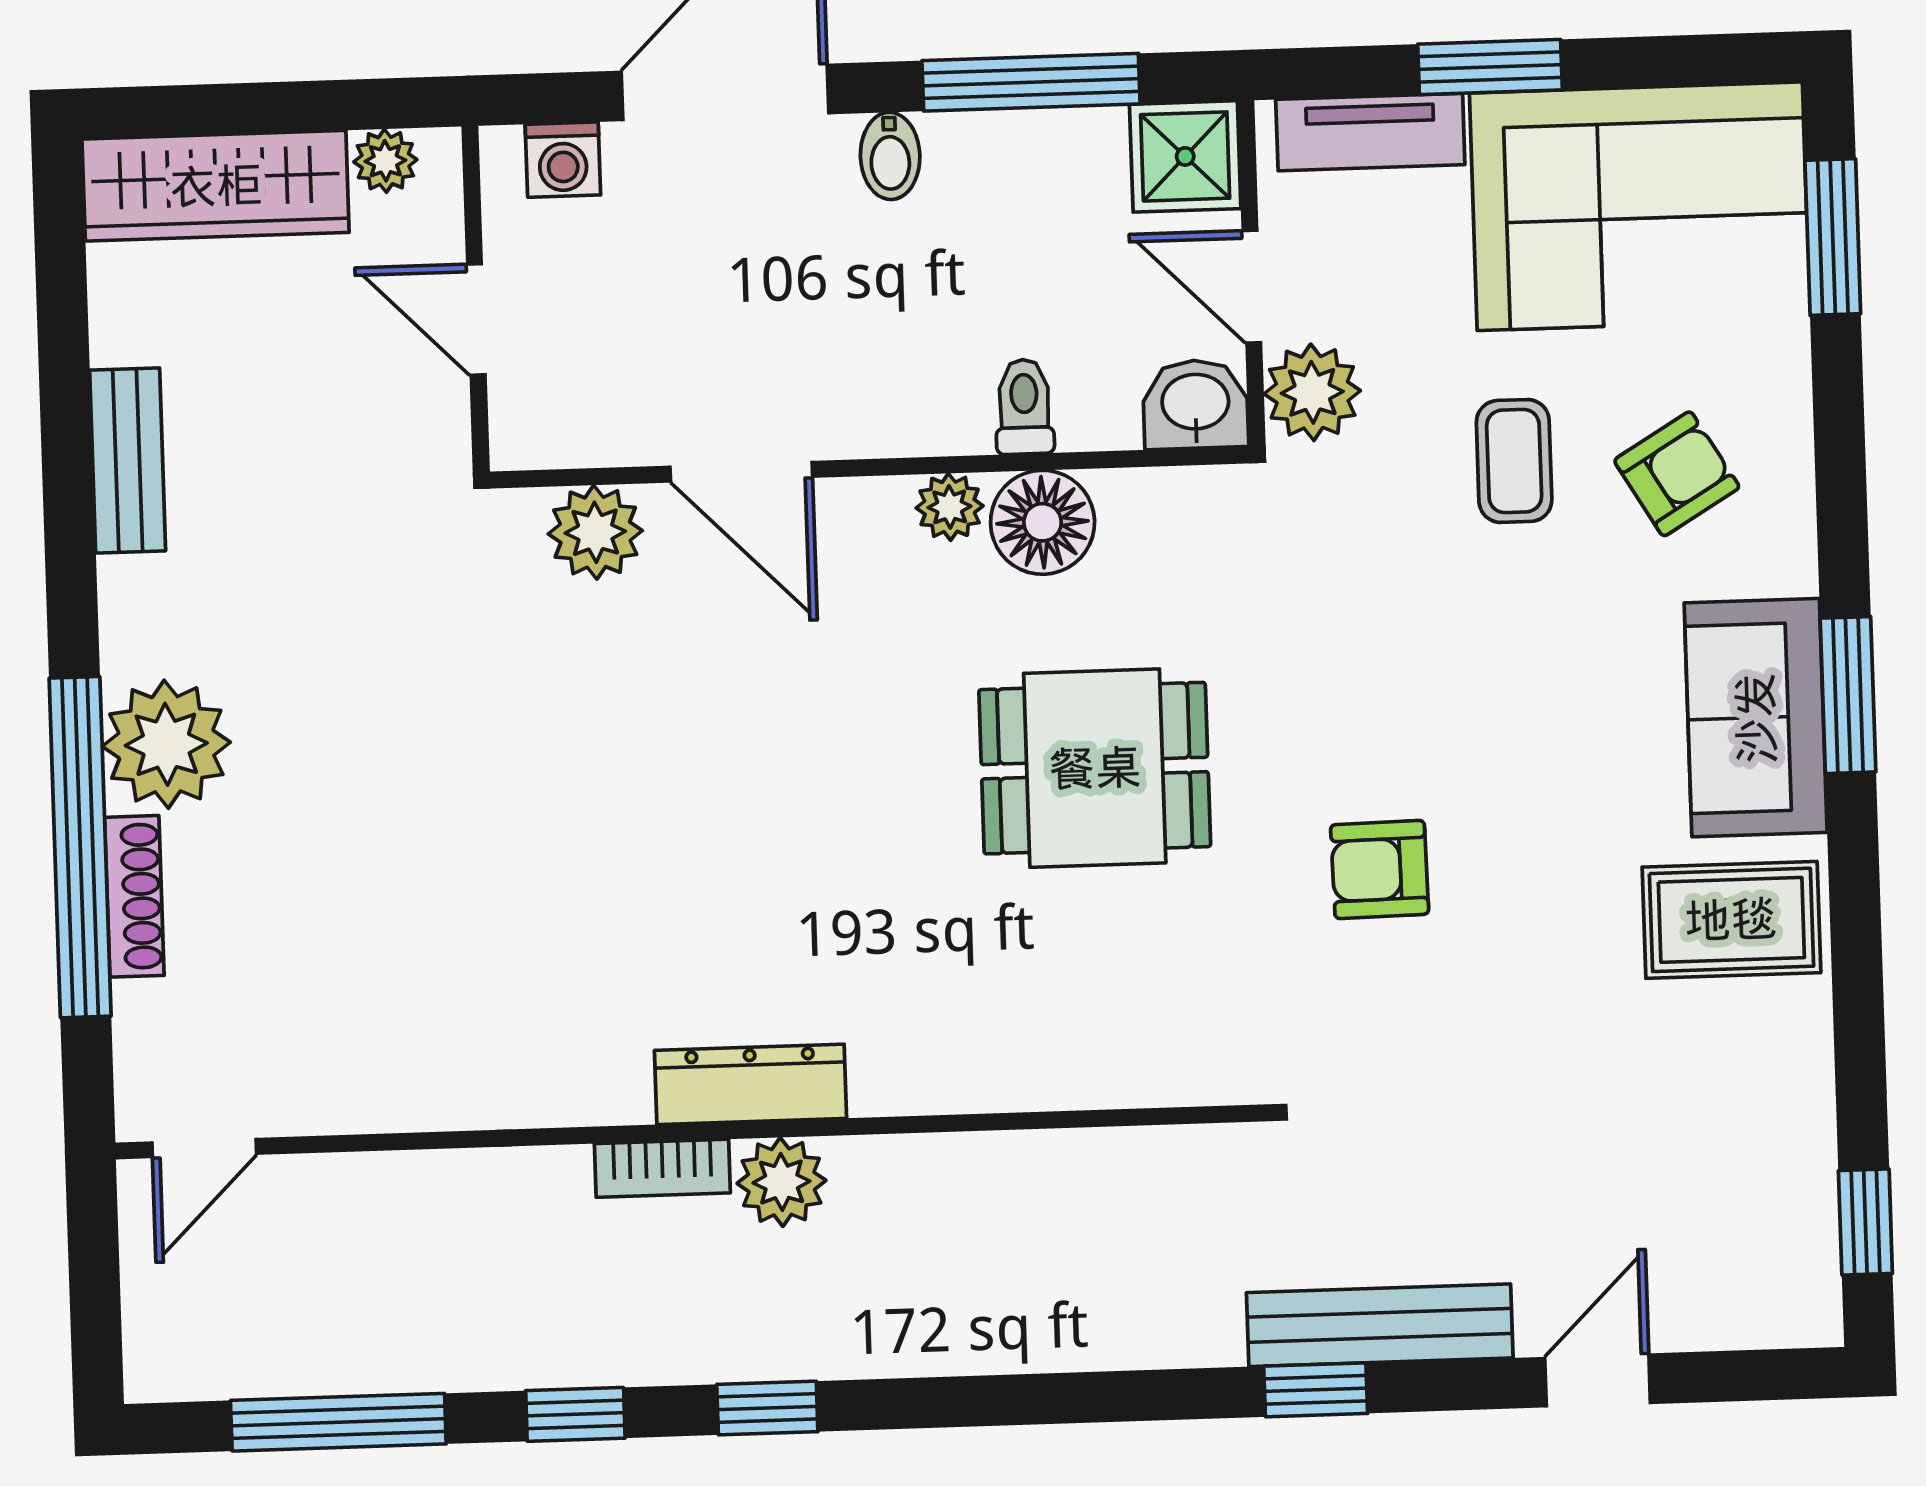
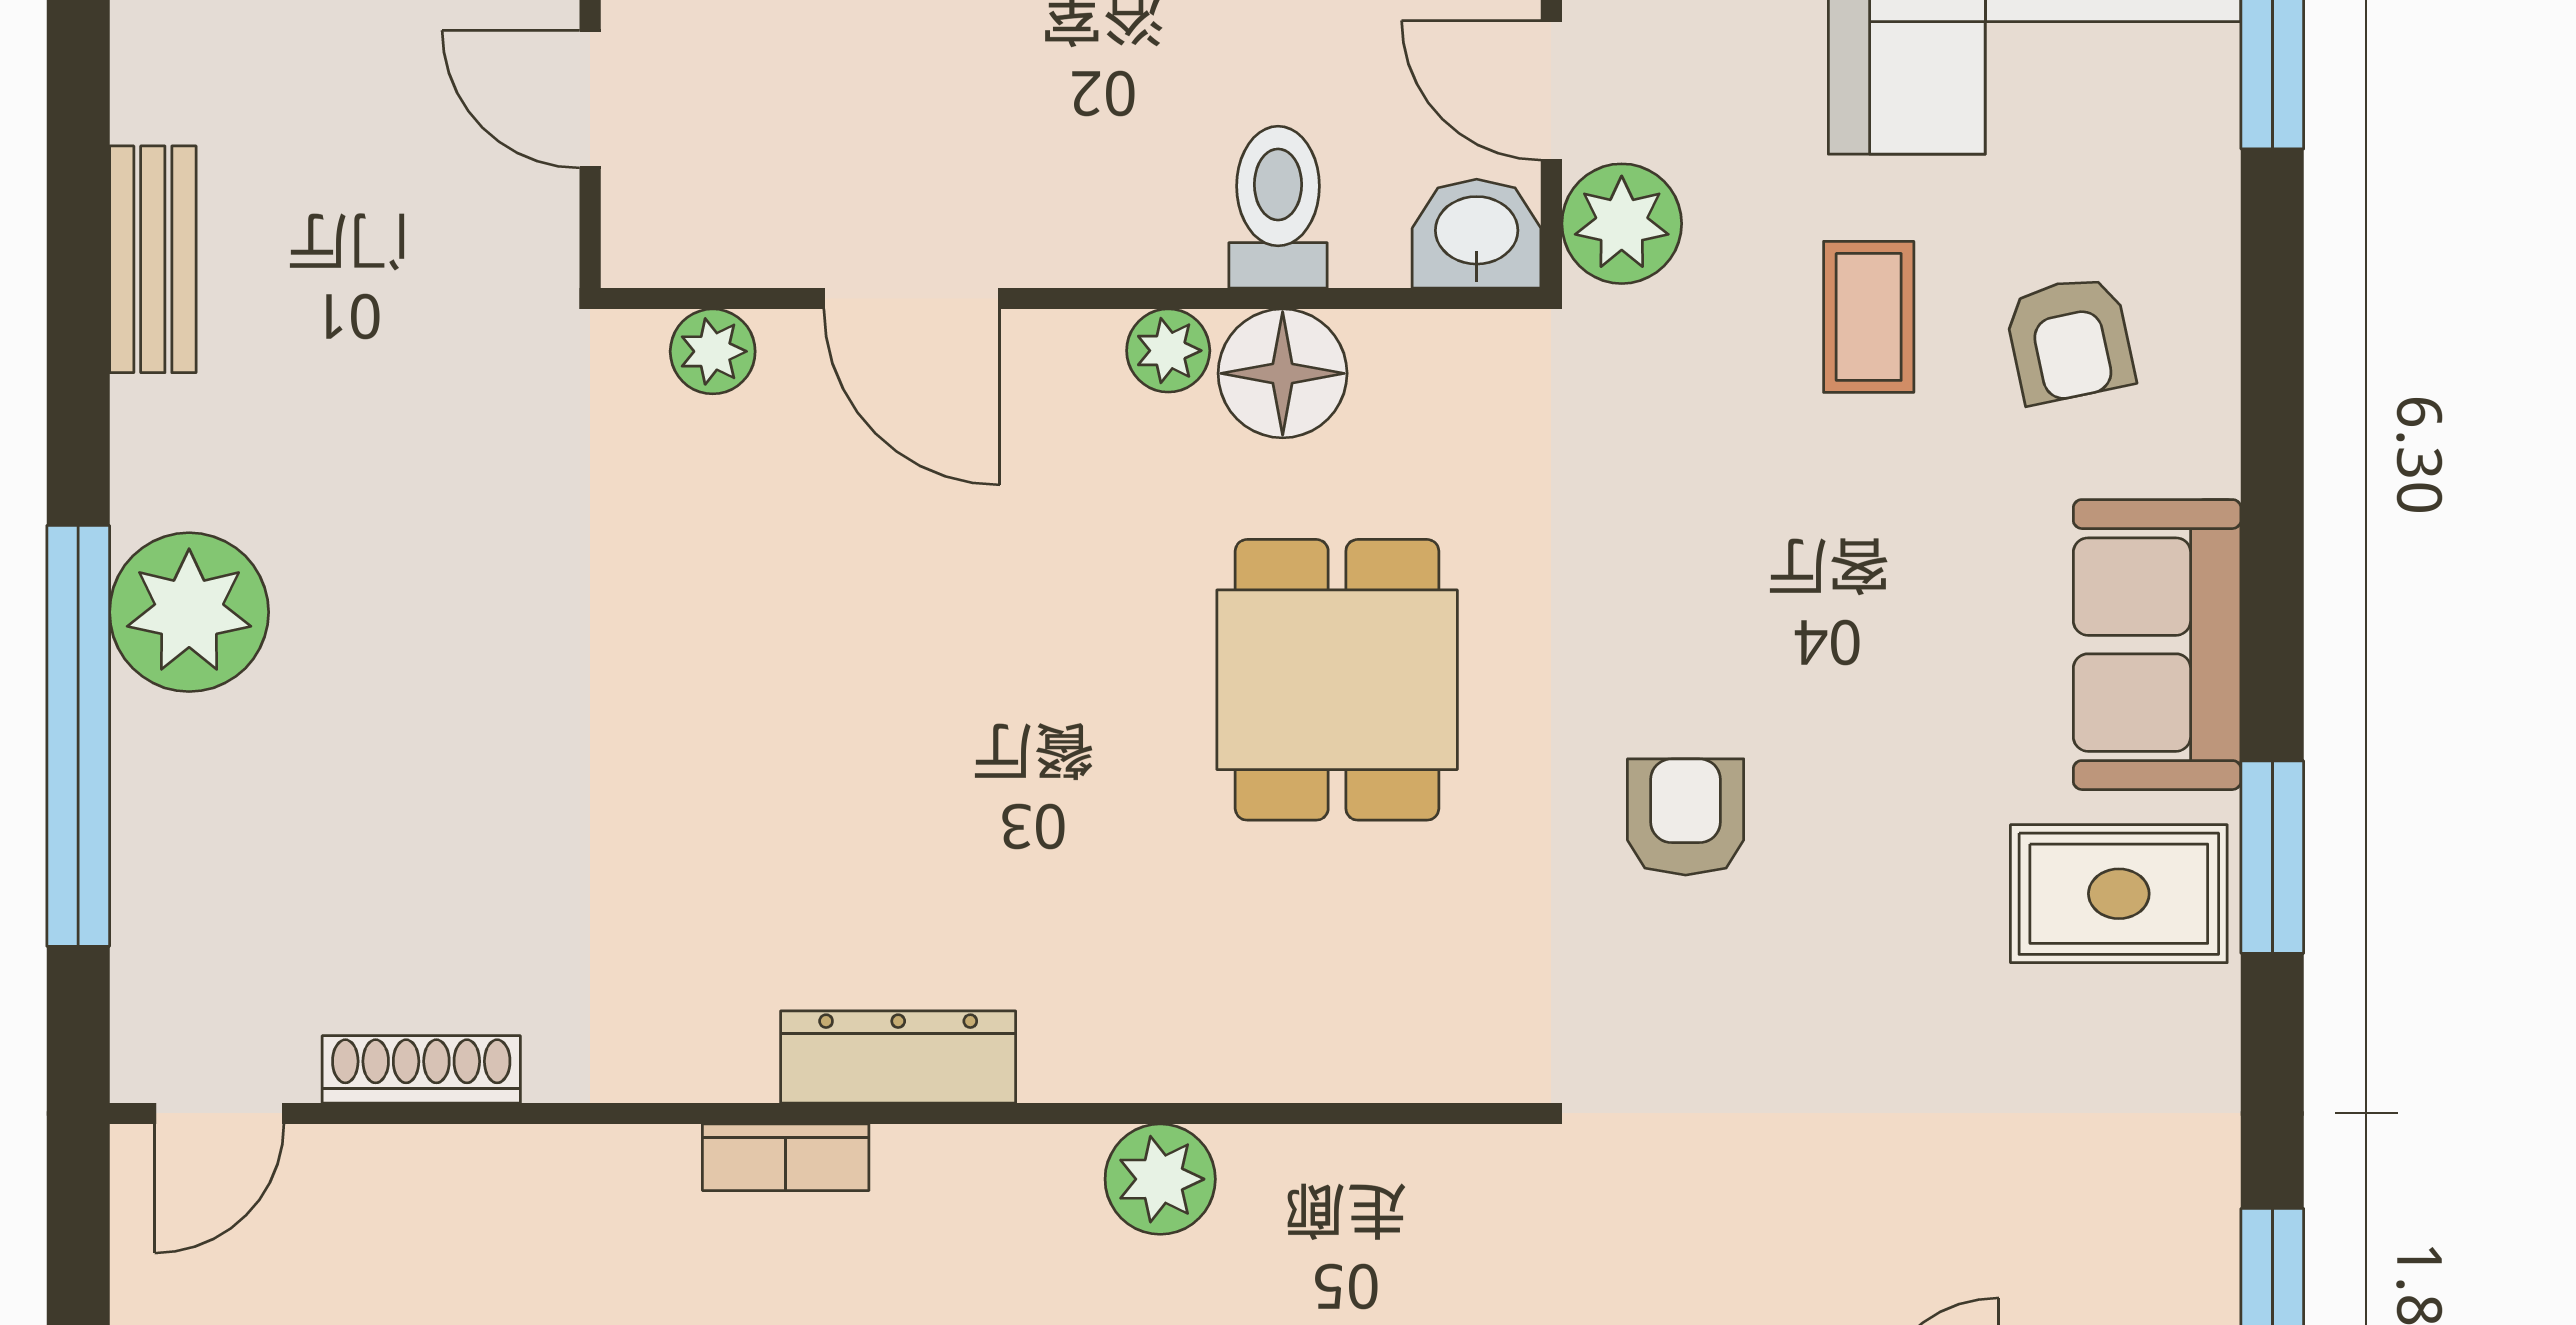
toilet: (1024, 407) -> (1278, 207), width x1.37, depth x1.39
armchair: (1677, 474) -> (2070, 339), turned 109
plant: (595, 532) -> (713, 351), width x0.73, depth x0.73
window: (1848, 695) -> (2272, 857), moved
dining table: (1095, 768) -> (1337, 680), turned 90
armchair: (1380, 869) -> (1686, 817), turned 91
shoe rack: (134, 896) -> (421, 1069), moved, turned -90
plant: (781, 1182) -> (1160, 1179), moved

